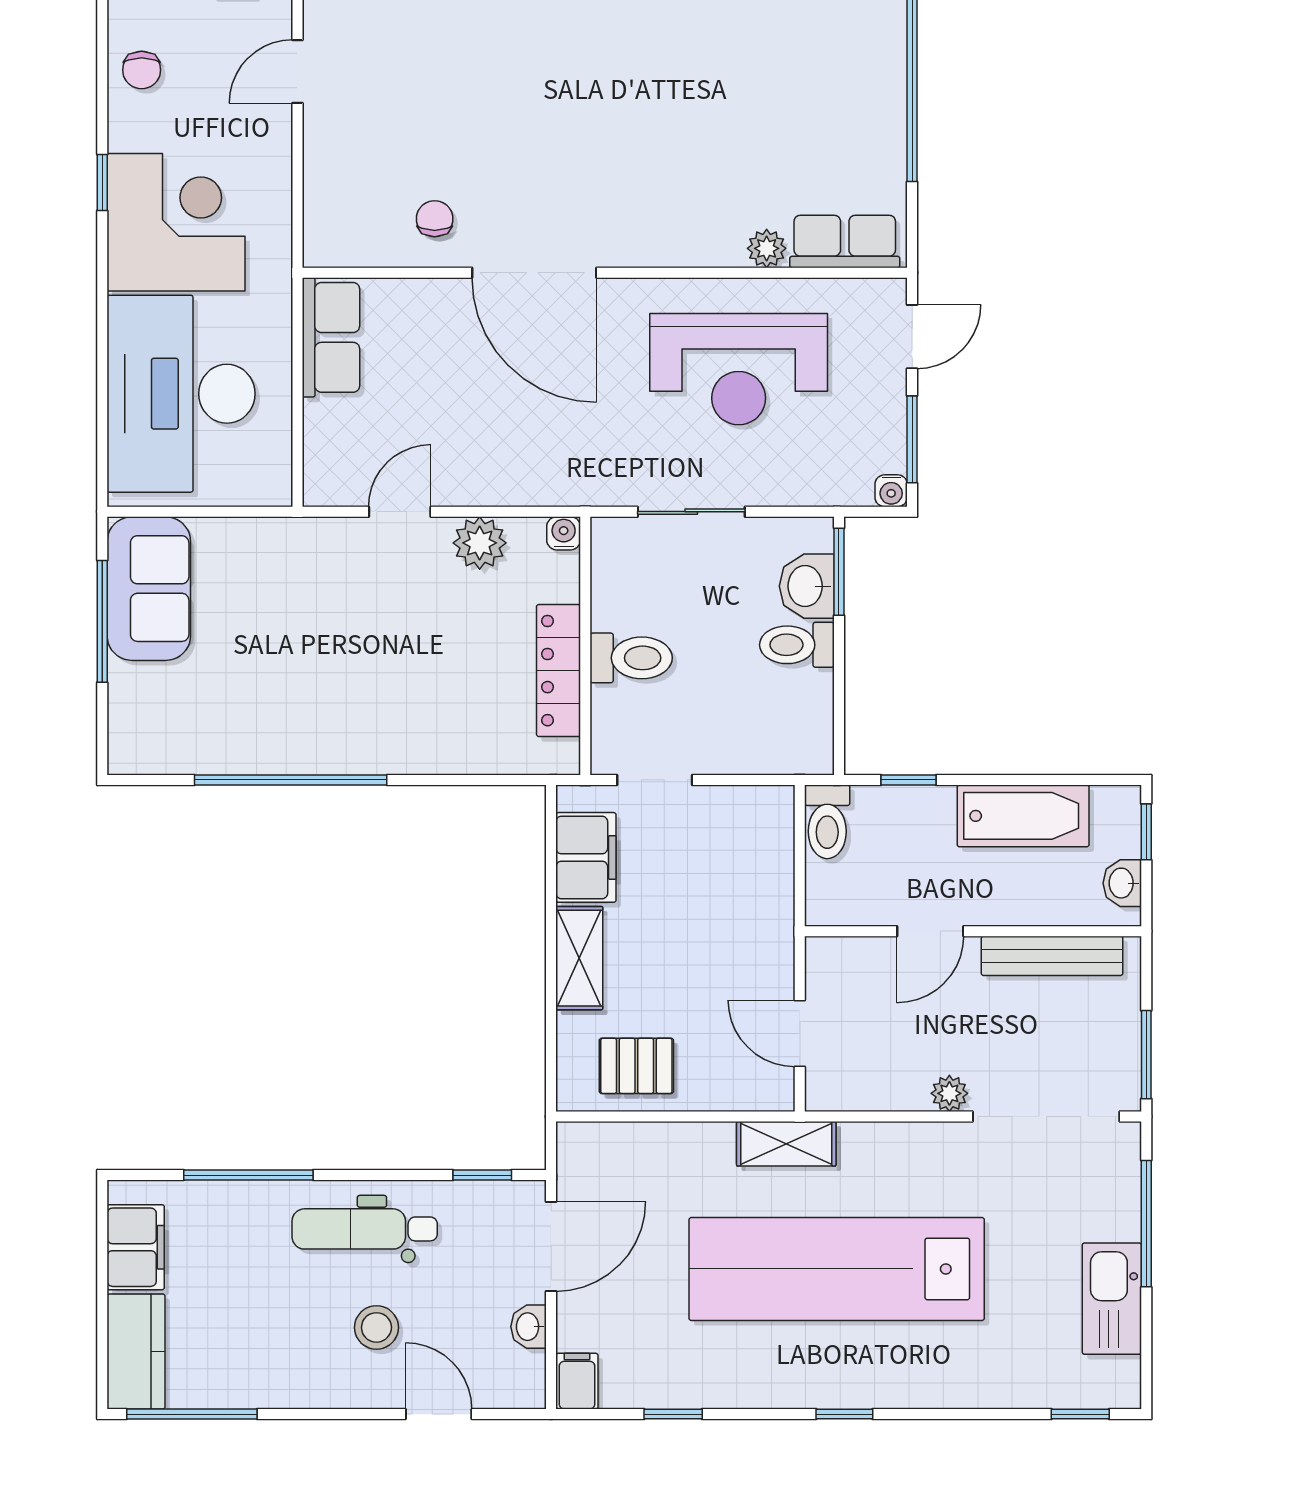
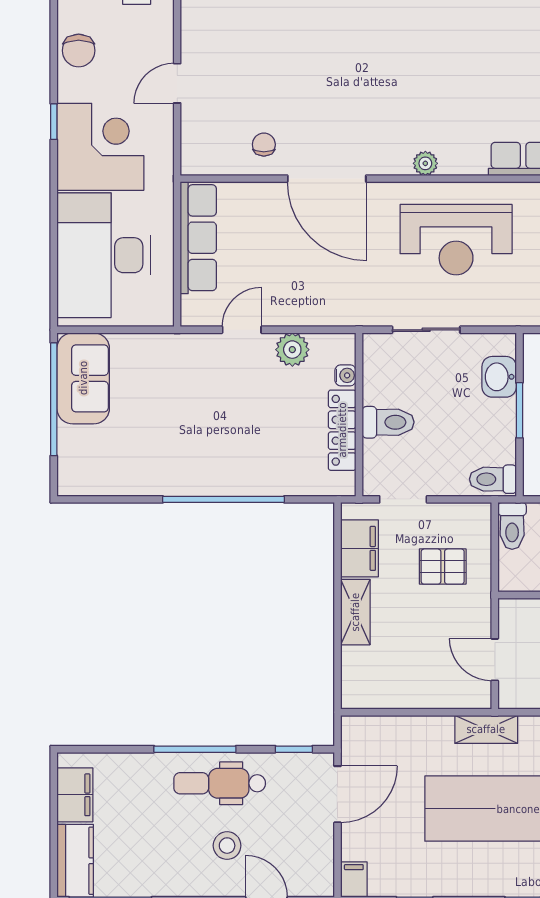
chair: (142, 70) -> (79, 51), width x1.37, depth x1.37
door: (297, 71) -> (177, 83), moved
plant: (767, 248) -> (425, 163), moved
row of seats: (331, 337) -> (198, 238), width x1.48
water cooler: (564, 533) -> (345, 375), moved, turned 90
window: (839, 572) -> (519, 410), moved
window: (102, 621) -> (54, 399), width x1.46
toilet: (797, 645) -> (493, 479), moved
window: (291, 780) -> (224, 499), moved
pallet: (636, 1066) -> (443, 567), moved
window: (248, 1175) -> (195, 749), moved
washbasin: (529, 1327) -> (323, 845), removed

